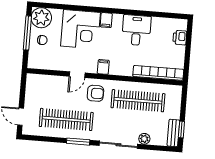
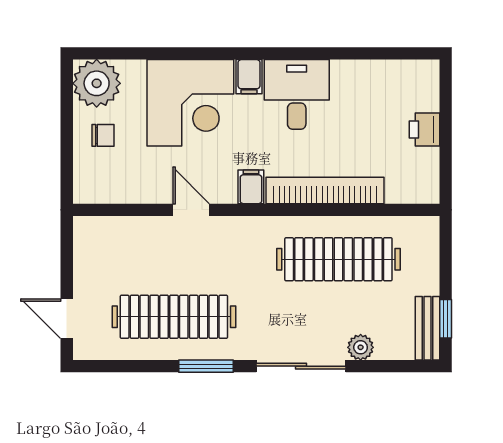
desk: (136, 30) -> (297, 94), moved
window: (27, 33) -> (67, 122), removed
printer: (180, 38) -> (425, 129), moved
bookcase: (158, 73) -> (325, 190), moved
door: (77, 75) -> (191, 210), swing flipped
armchair: (95, 93) -> (237, 250), removed

